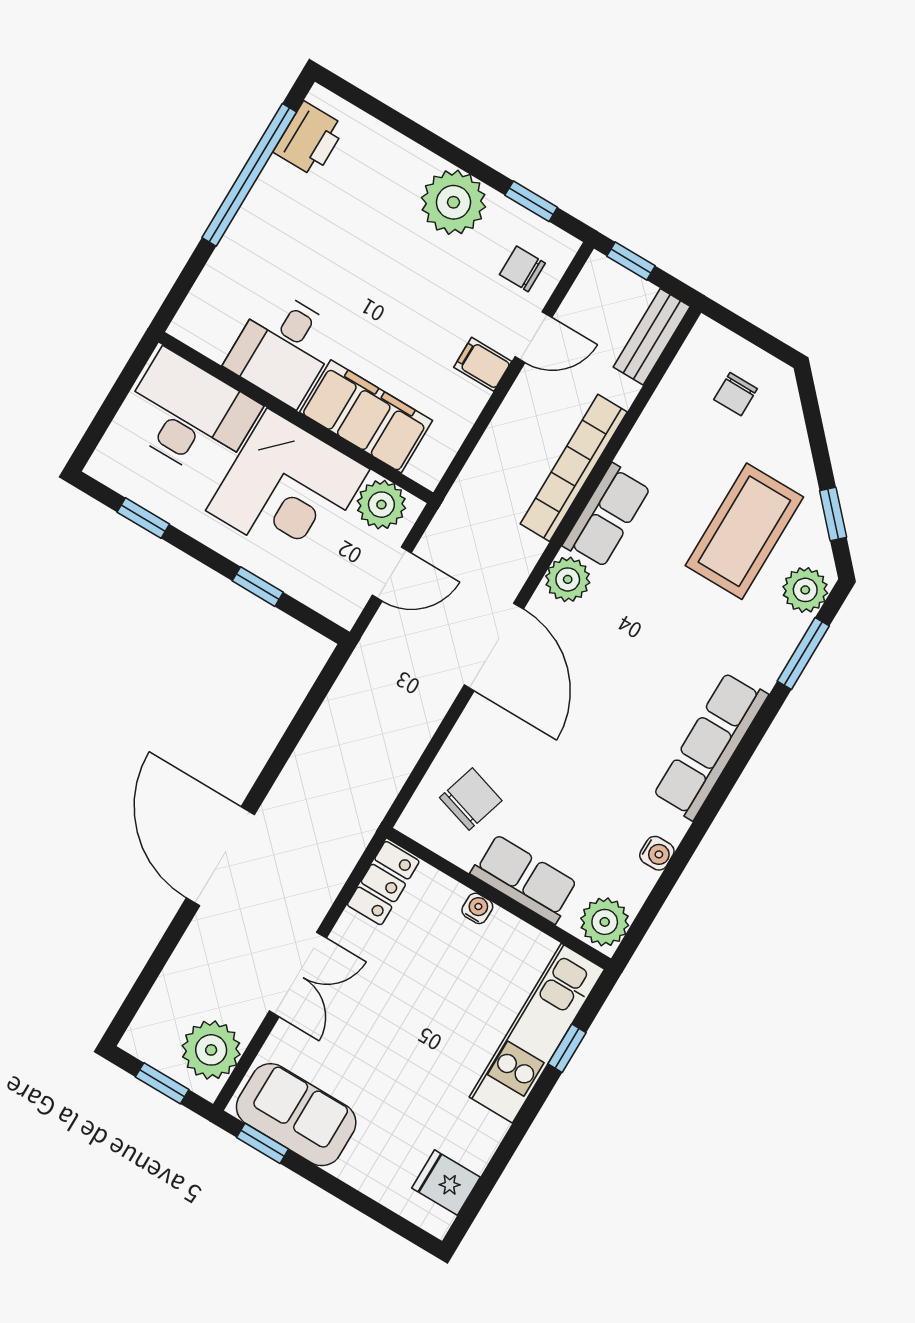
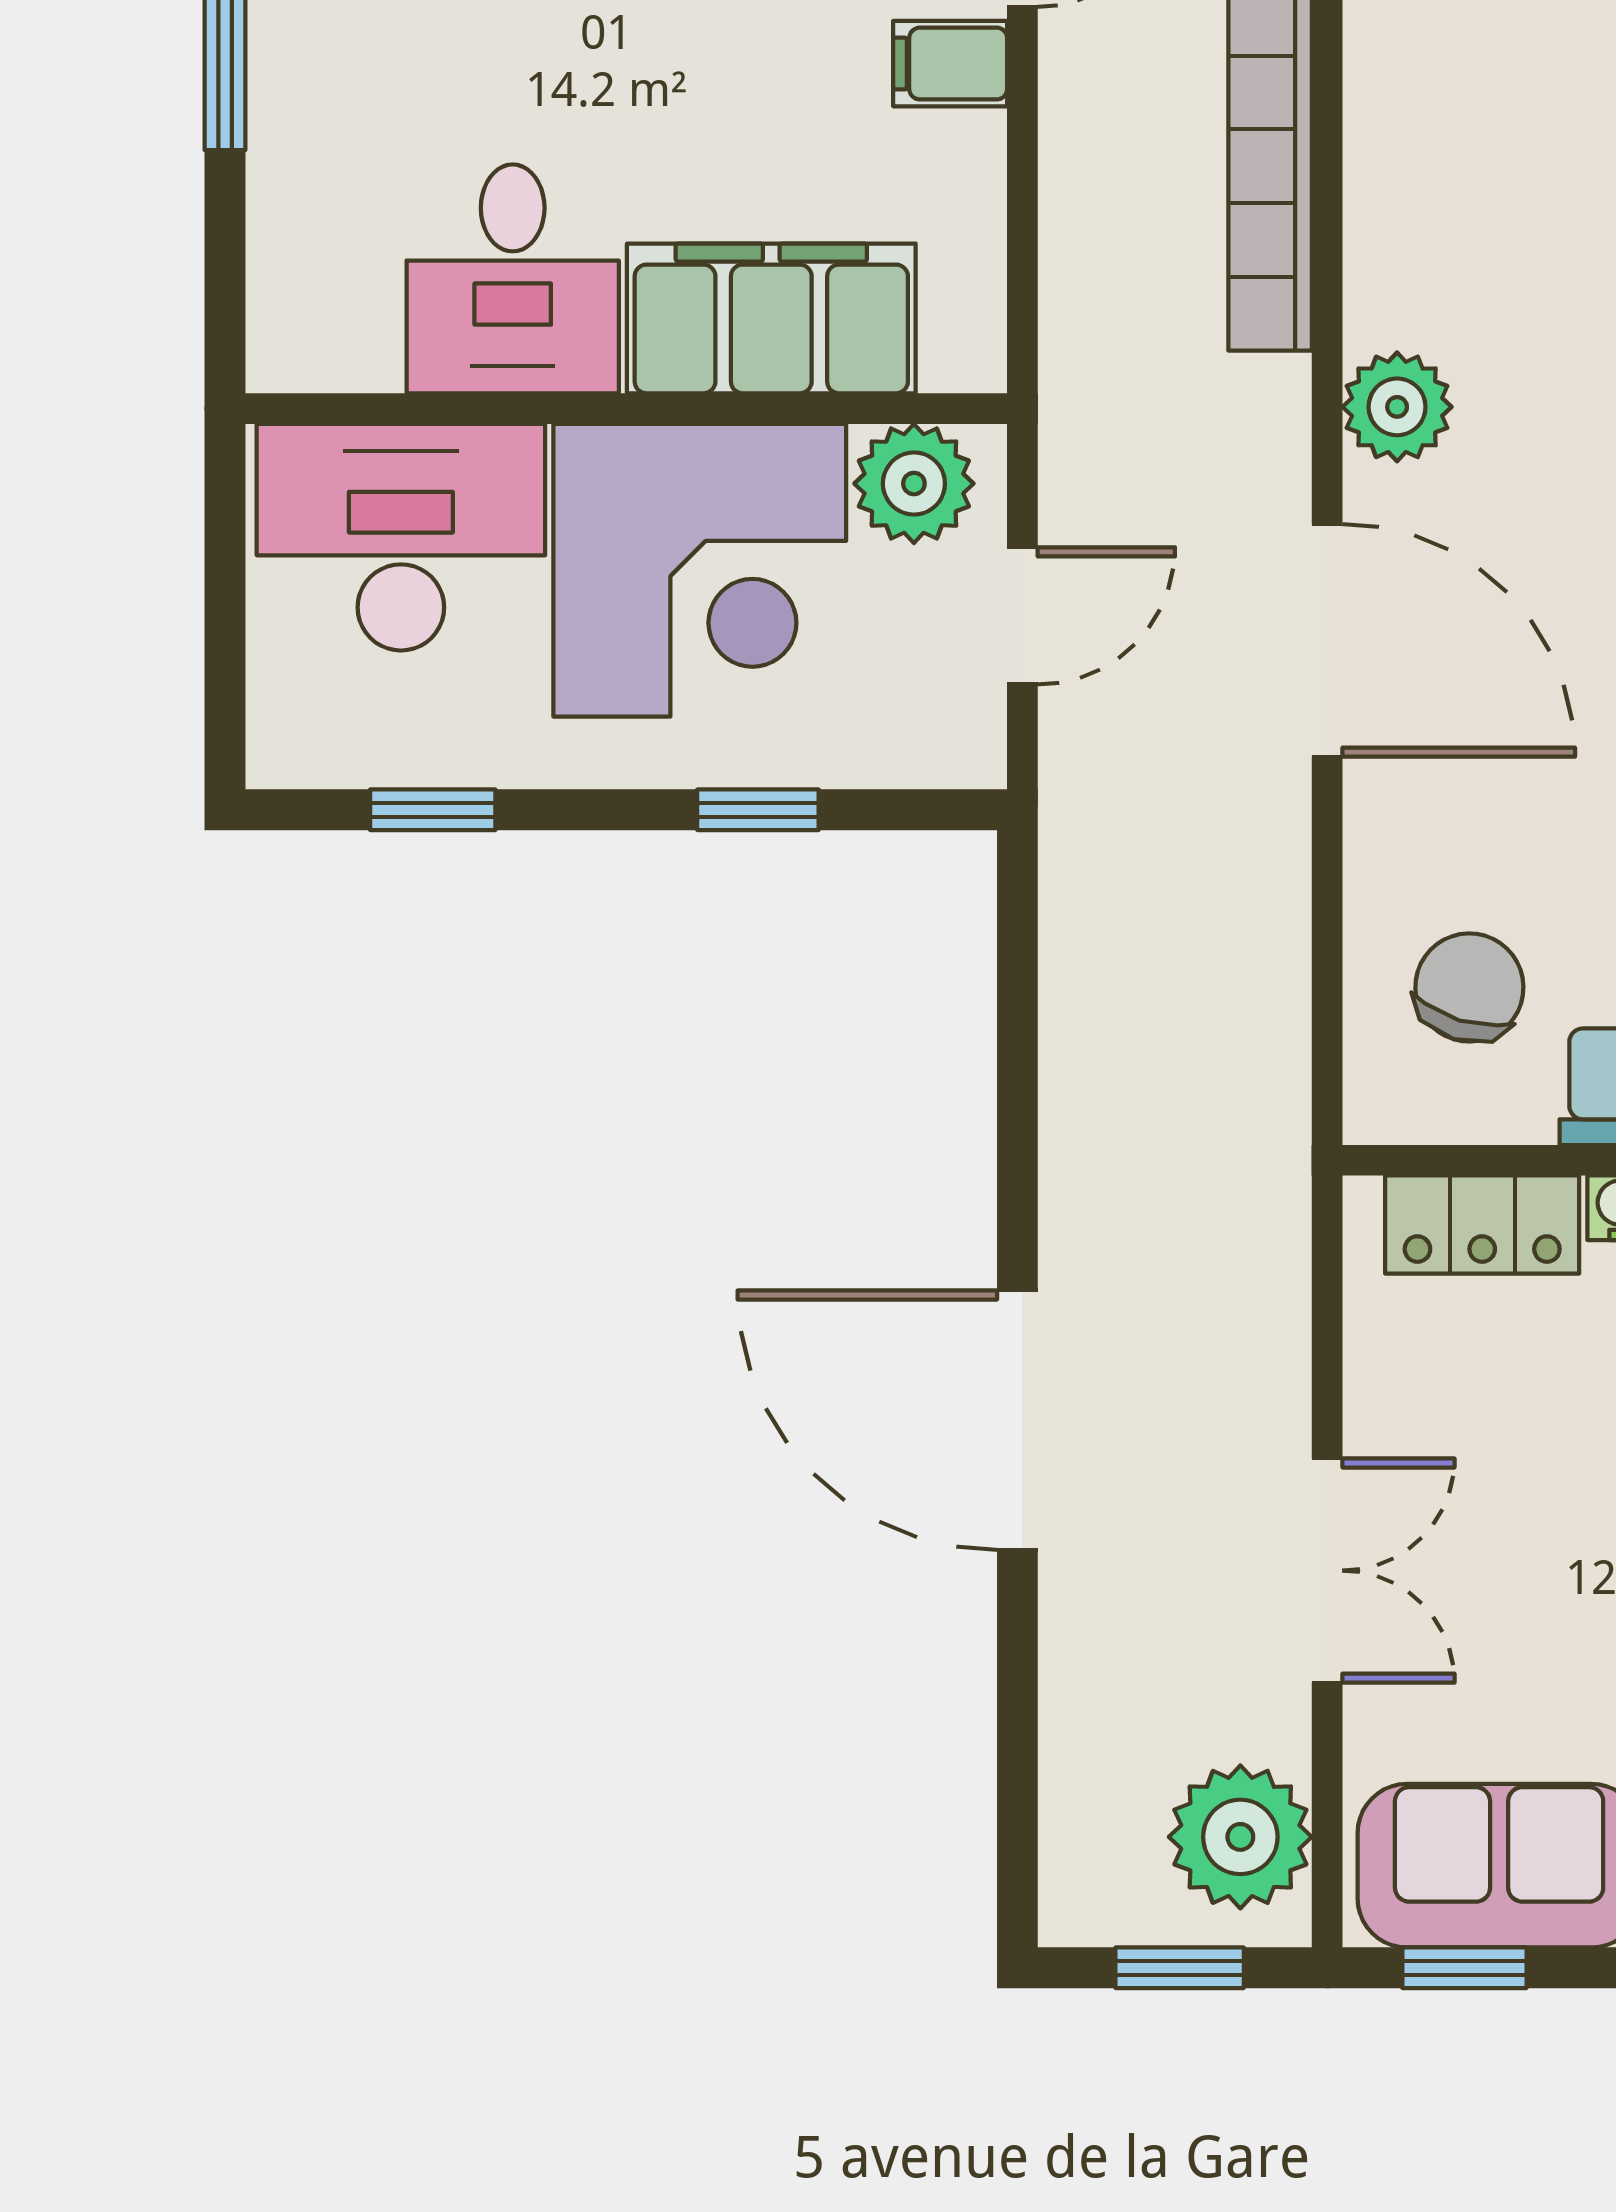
row of seats: (607, 516) -> (1399, 225), removed
locker: (383, 883) -> (1482, 1225), moved, turned 90

